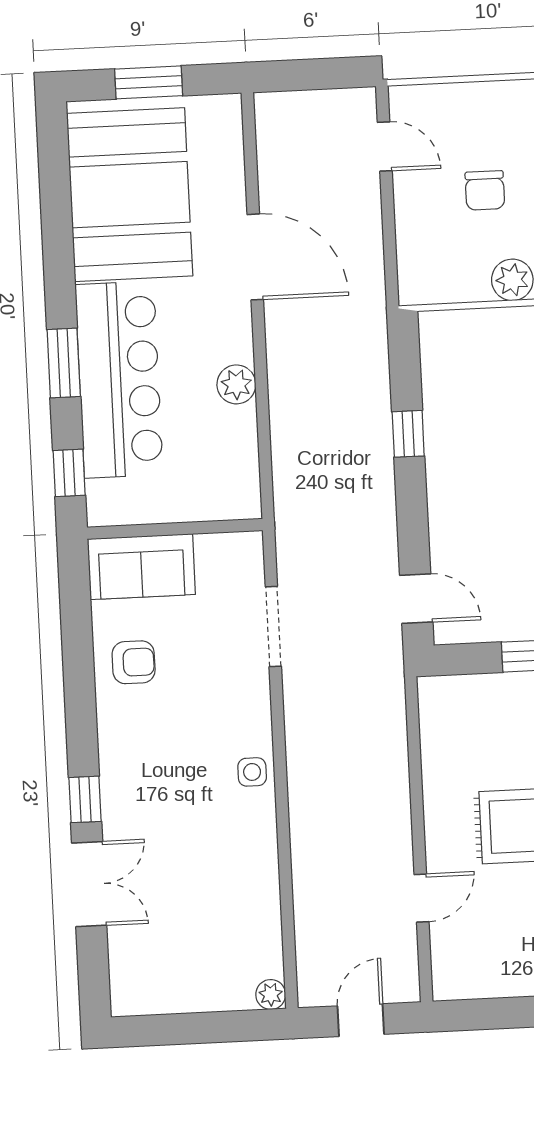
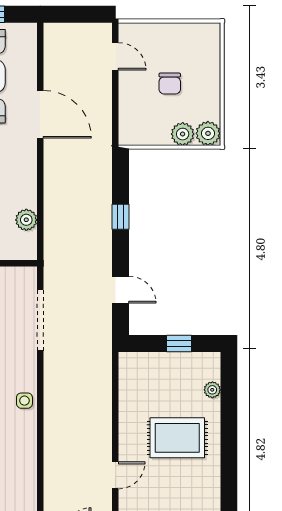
plant: (236, 384) -> (26, 220), moved
door: (416, 599) -> (120, 290), moved
doorway: (273, 627) -> (40, 320), width x1.36

